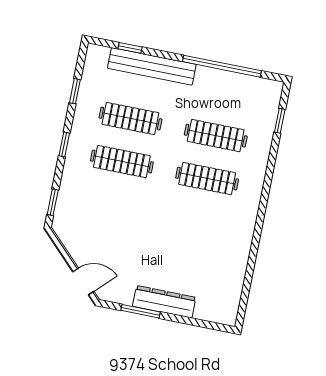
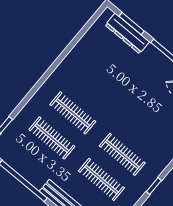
dresser: (164, 302) -> (127, 33), moved
window: (195, 322) -> (132, 24), added

